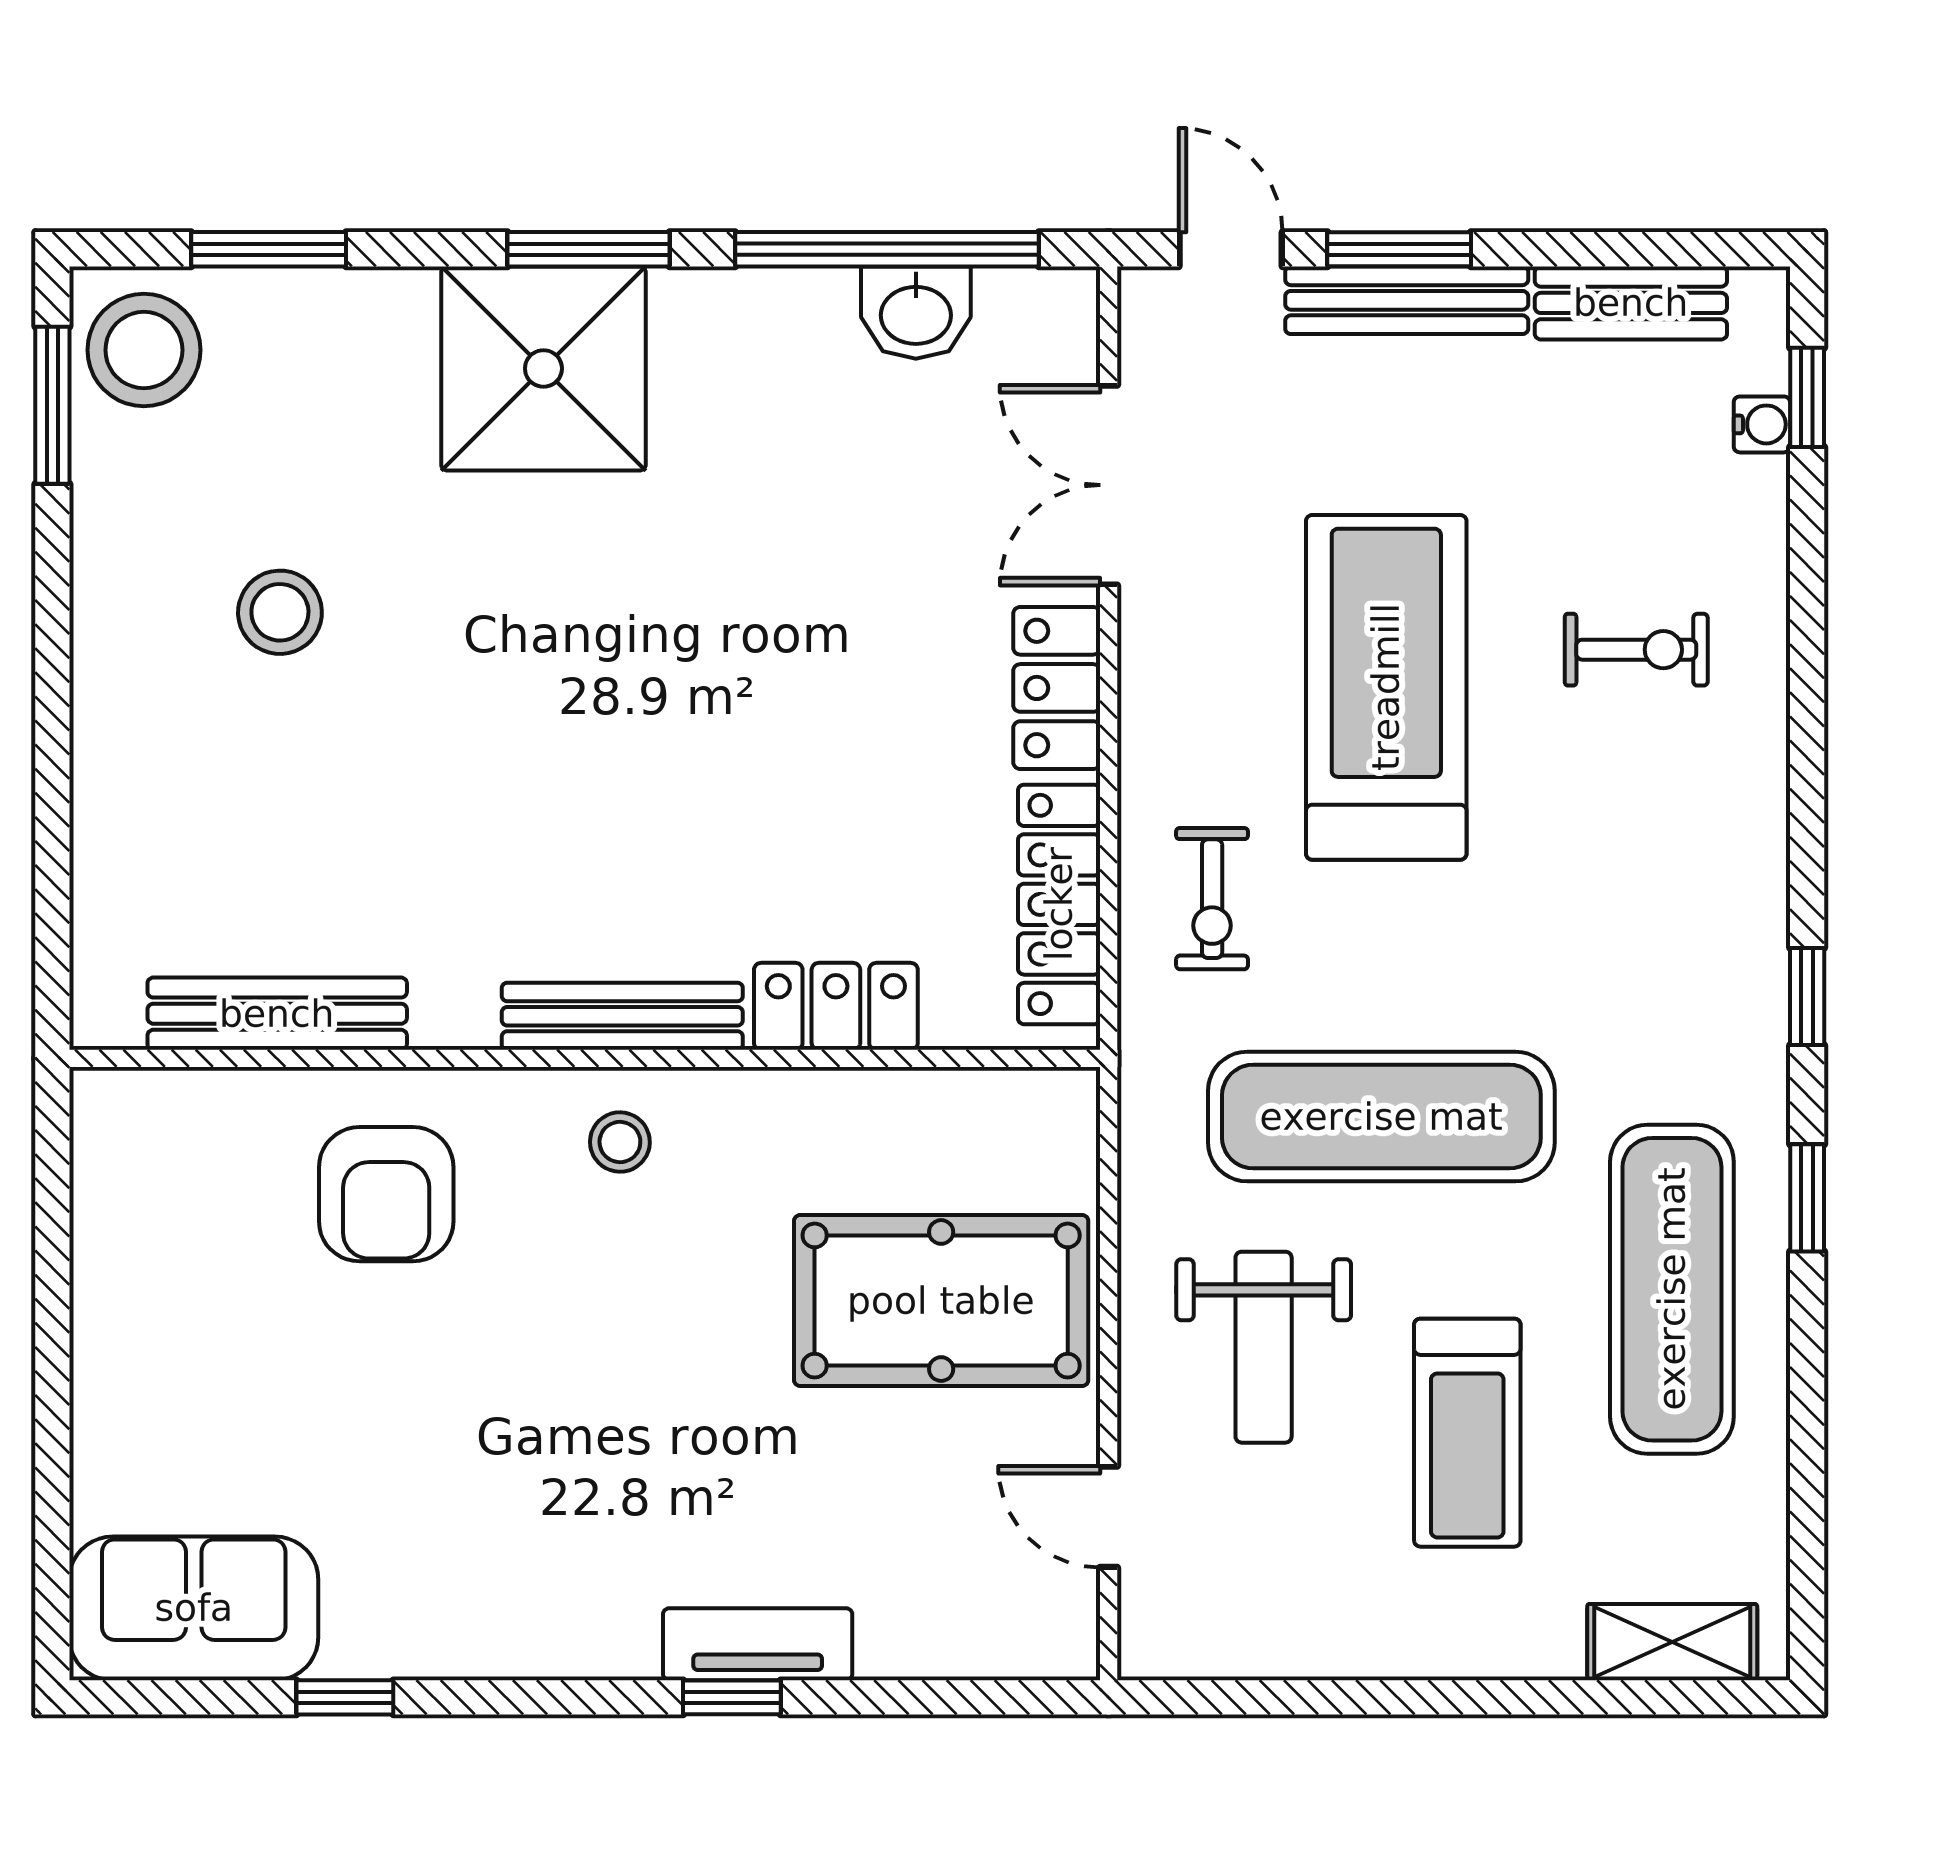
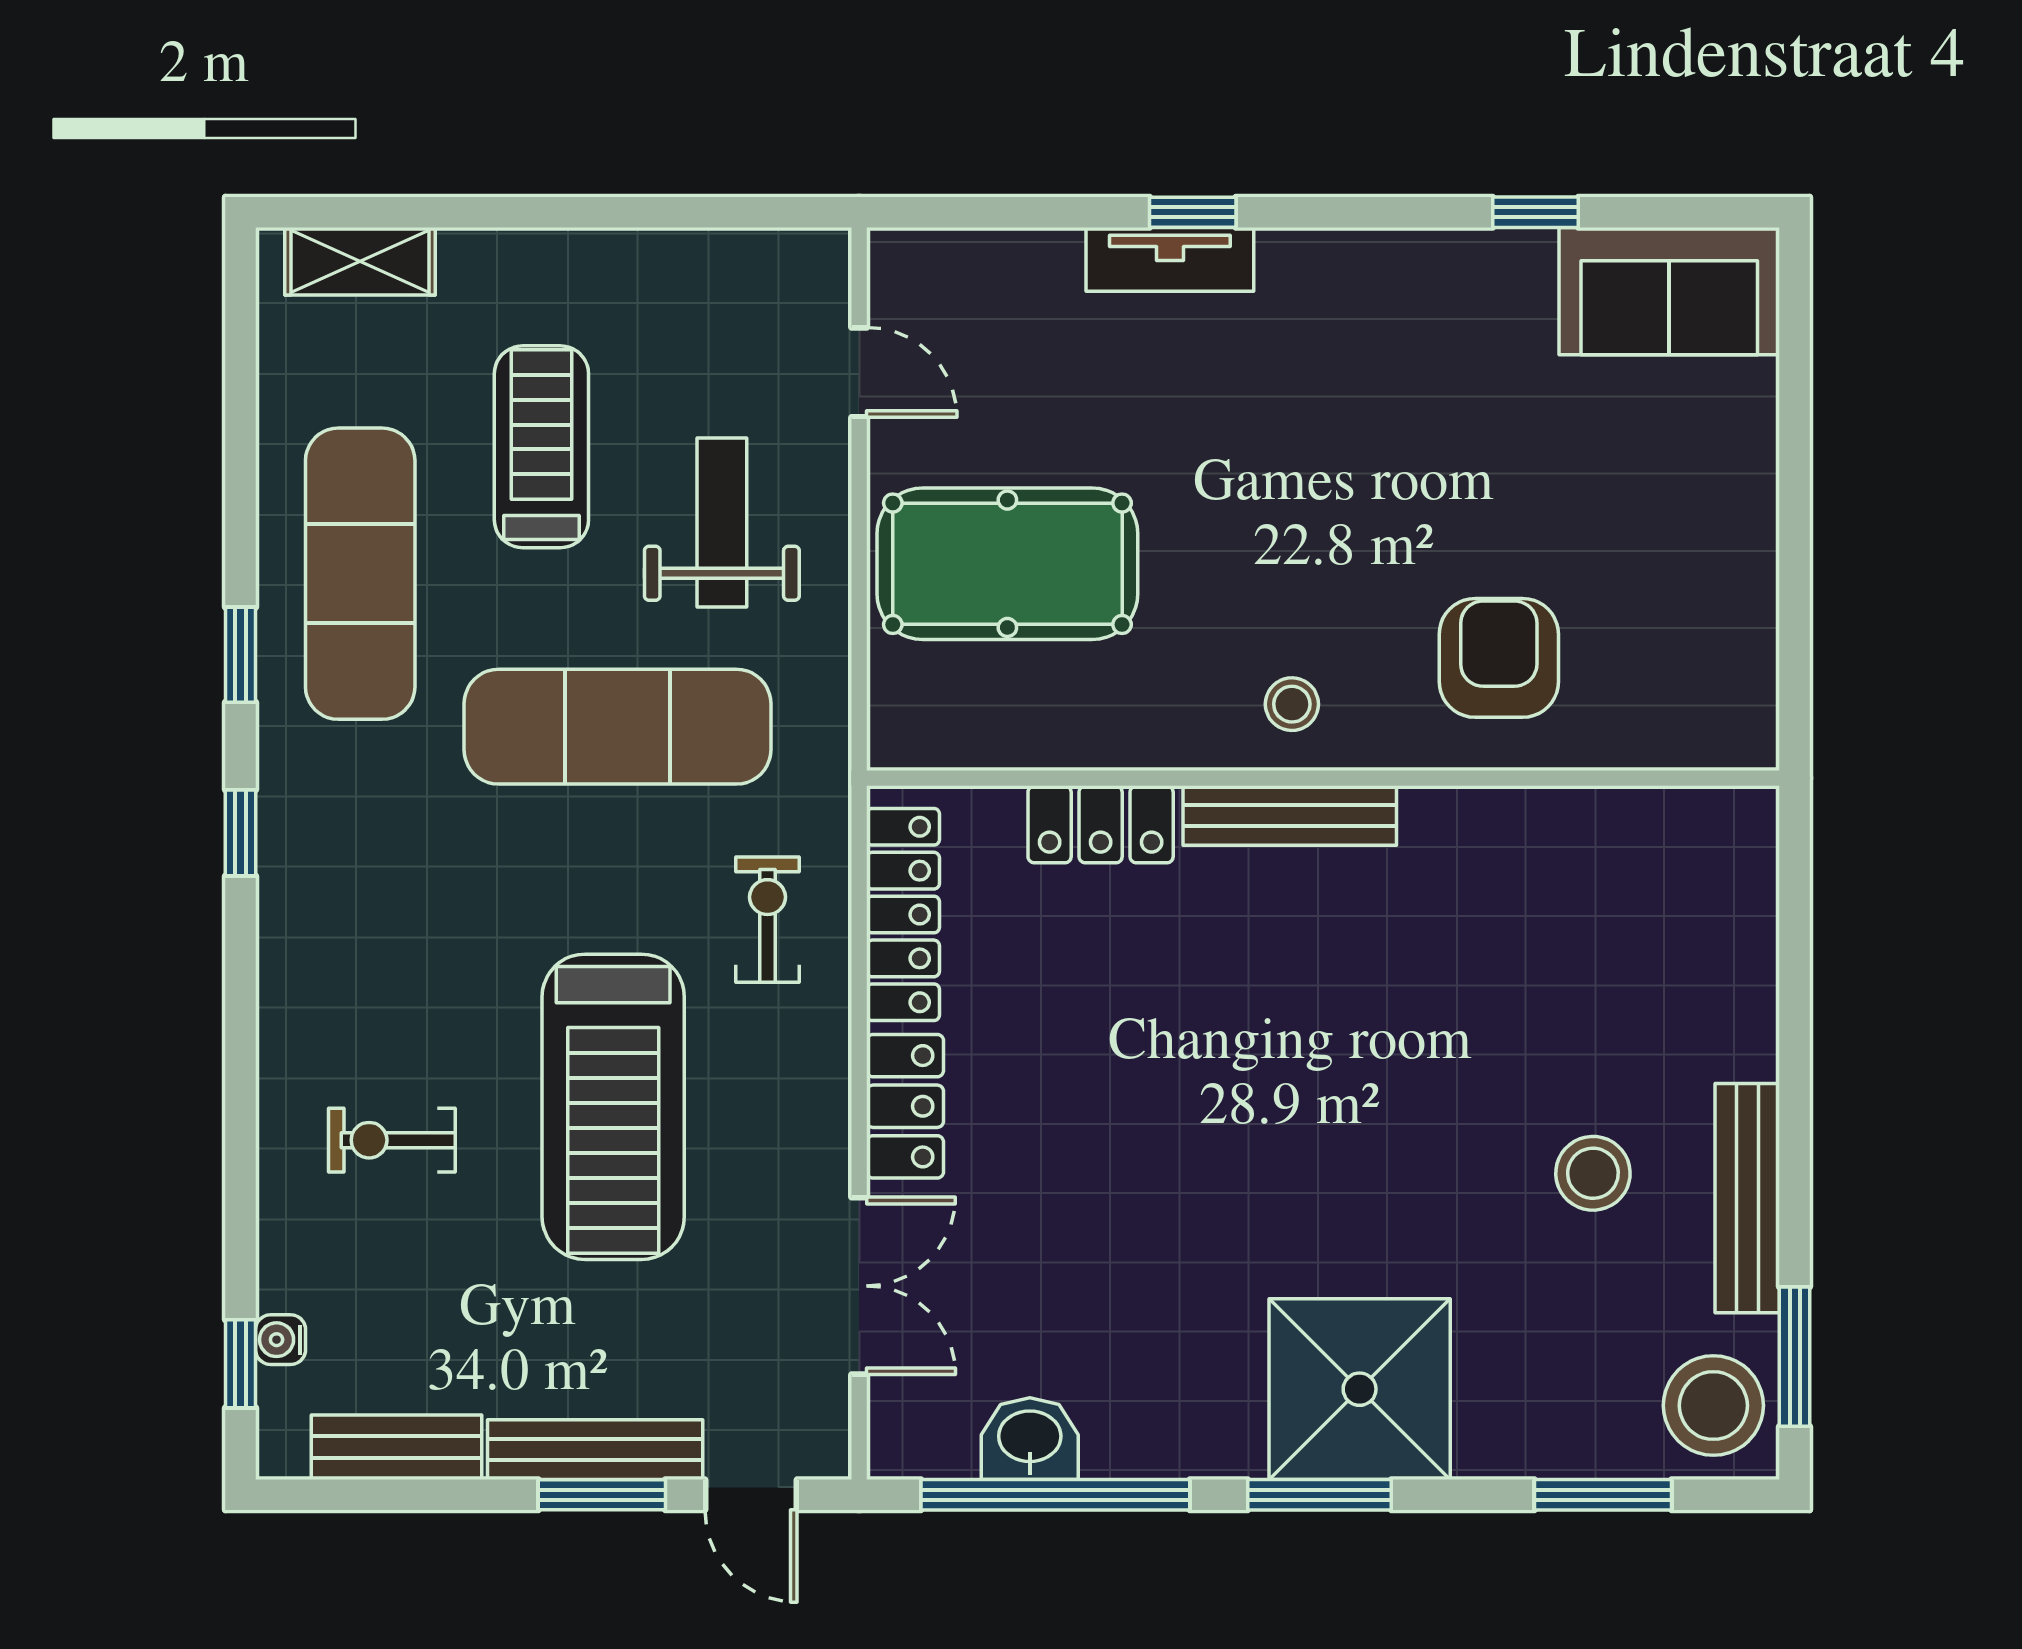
bench: (277, 1014) -> (1747, 1198), moved, turned 90

